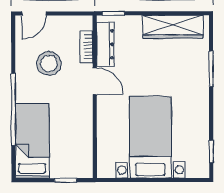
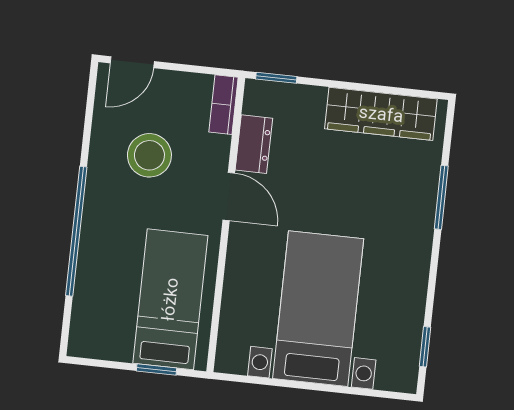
dresser: (105, 44) -> (254, 144), width x0.70
bookcase: (86, 47) -> (224, 105), moved
bed: (32, 141) -> (170, 299), moved

